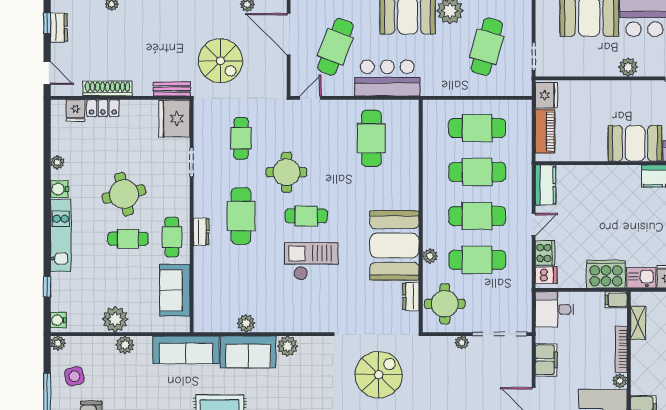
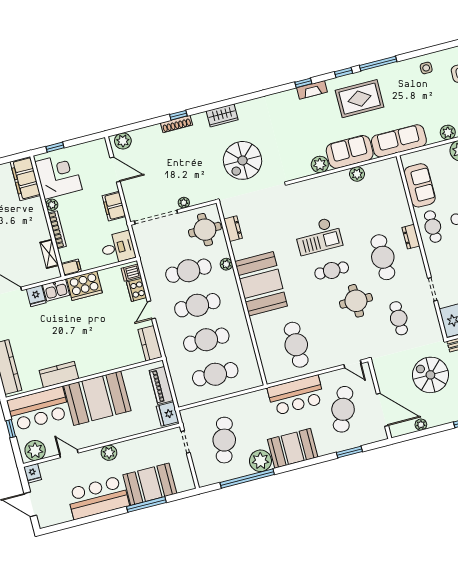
door: (310, 98) -> (352, 364), hinge flipped
booth: (635, 143) -> (97, 398), width x1.36, depth x1.42
booth: (394, 245) -> (261, 284), moved

